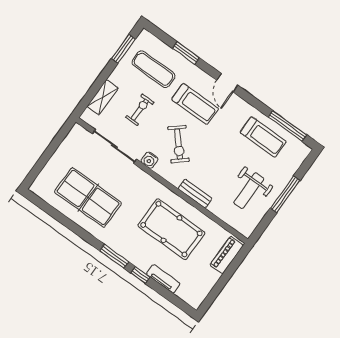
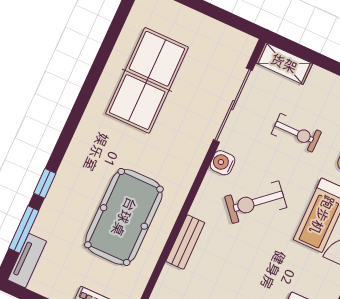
shelving: (103, 97) -> (284, 63), moved
window: (114, 256) -> (24, 230), moved
tv unit: (163, 279) -> (27, 261), moved

